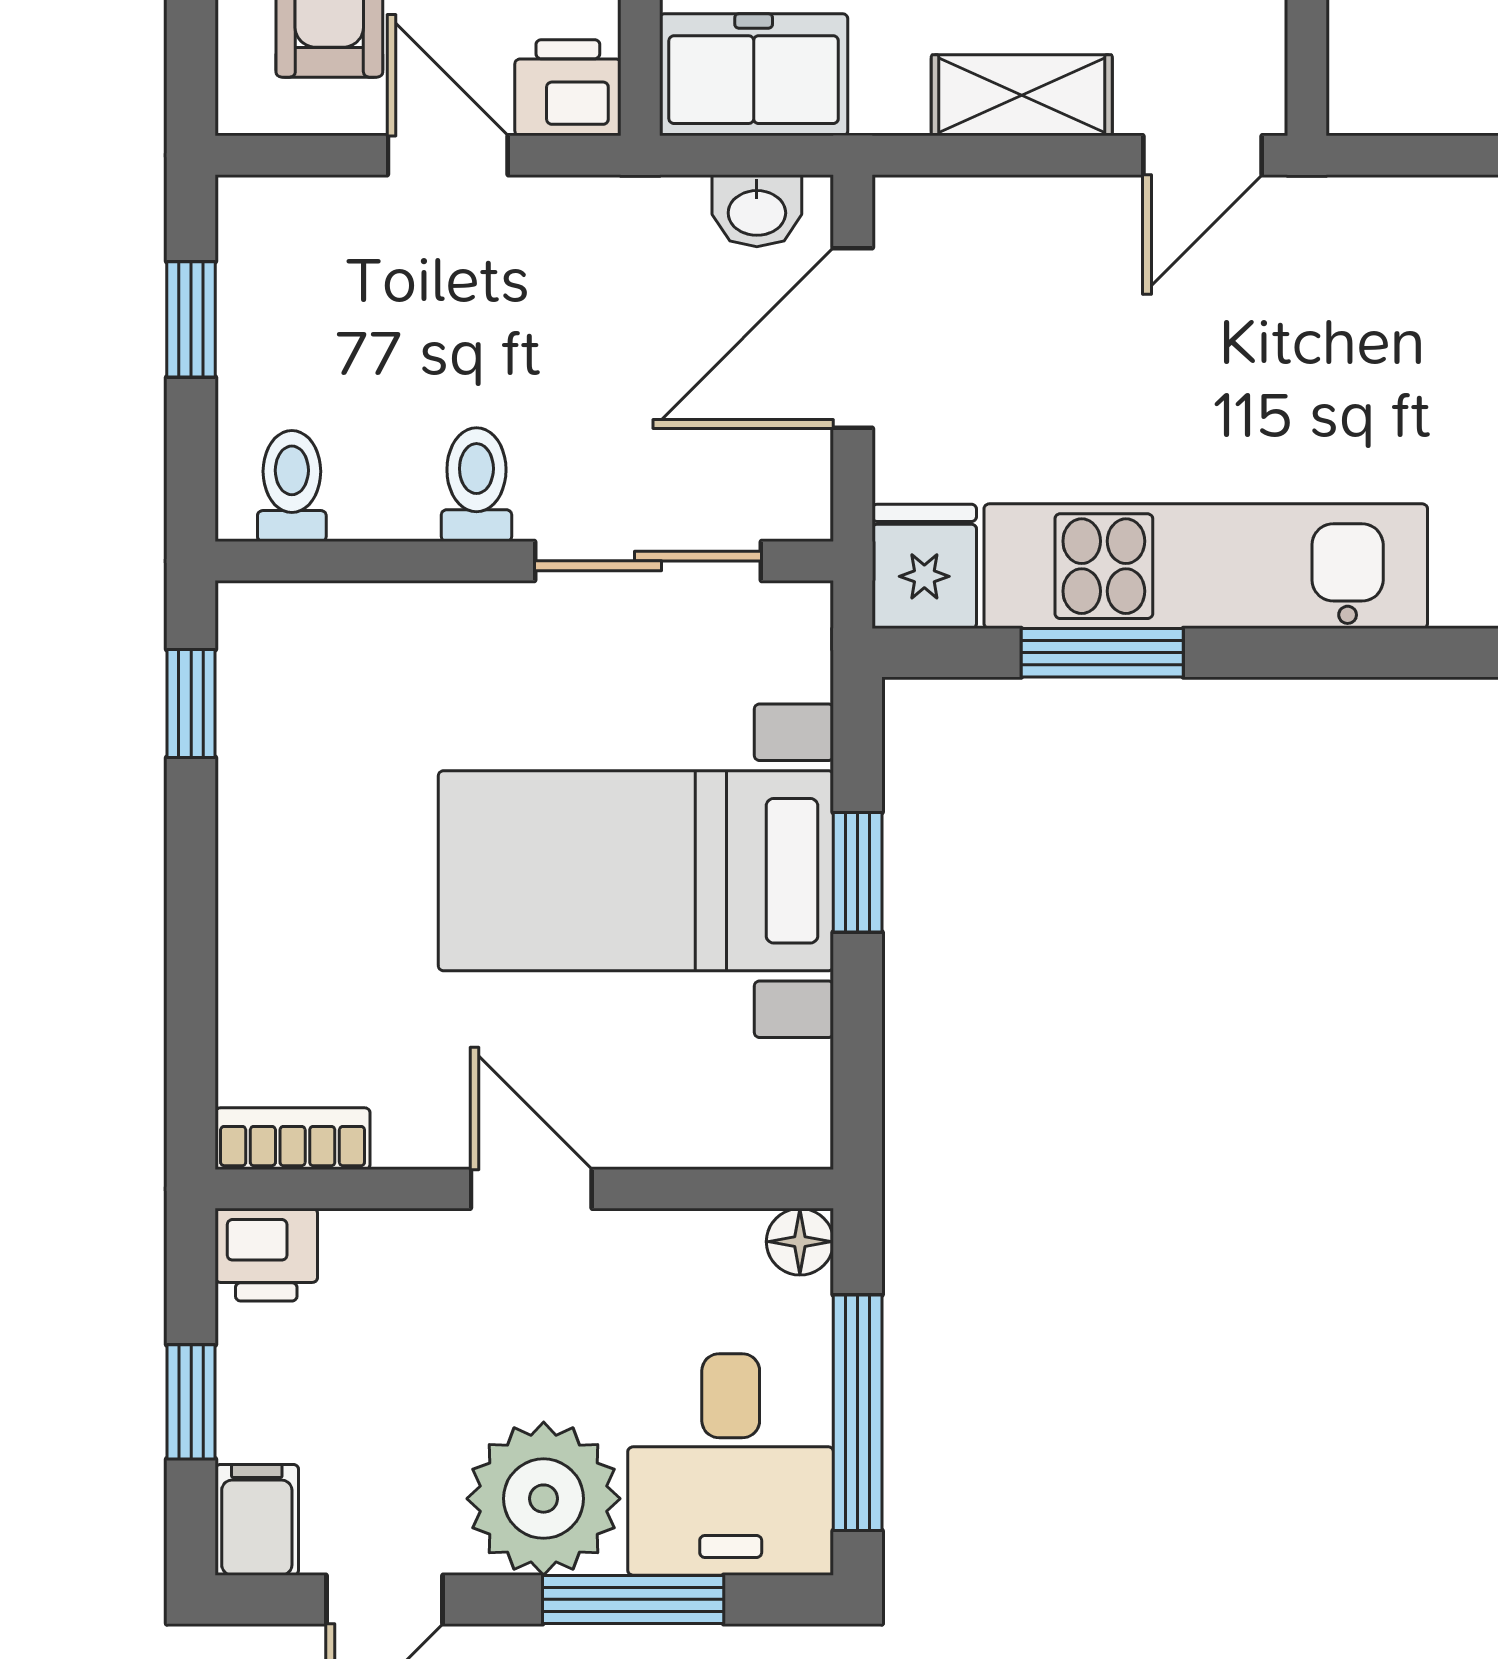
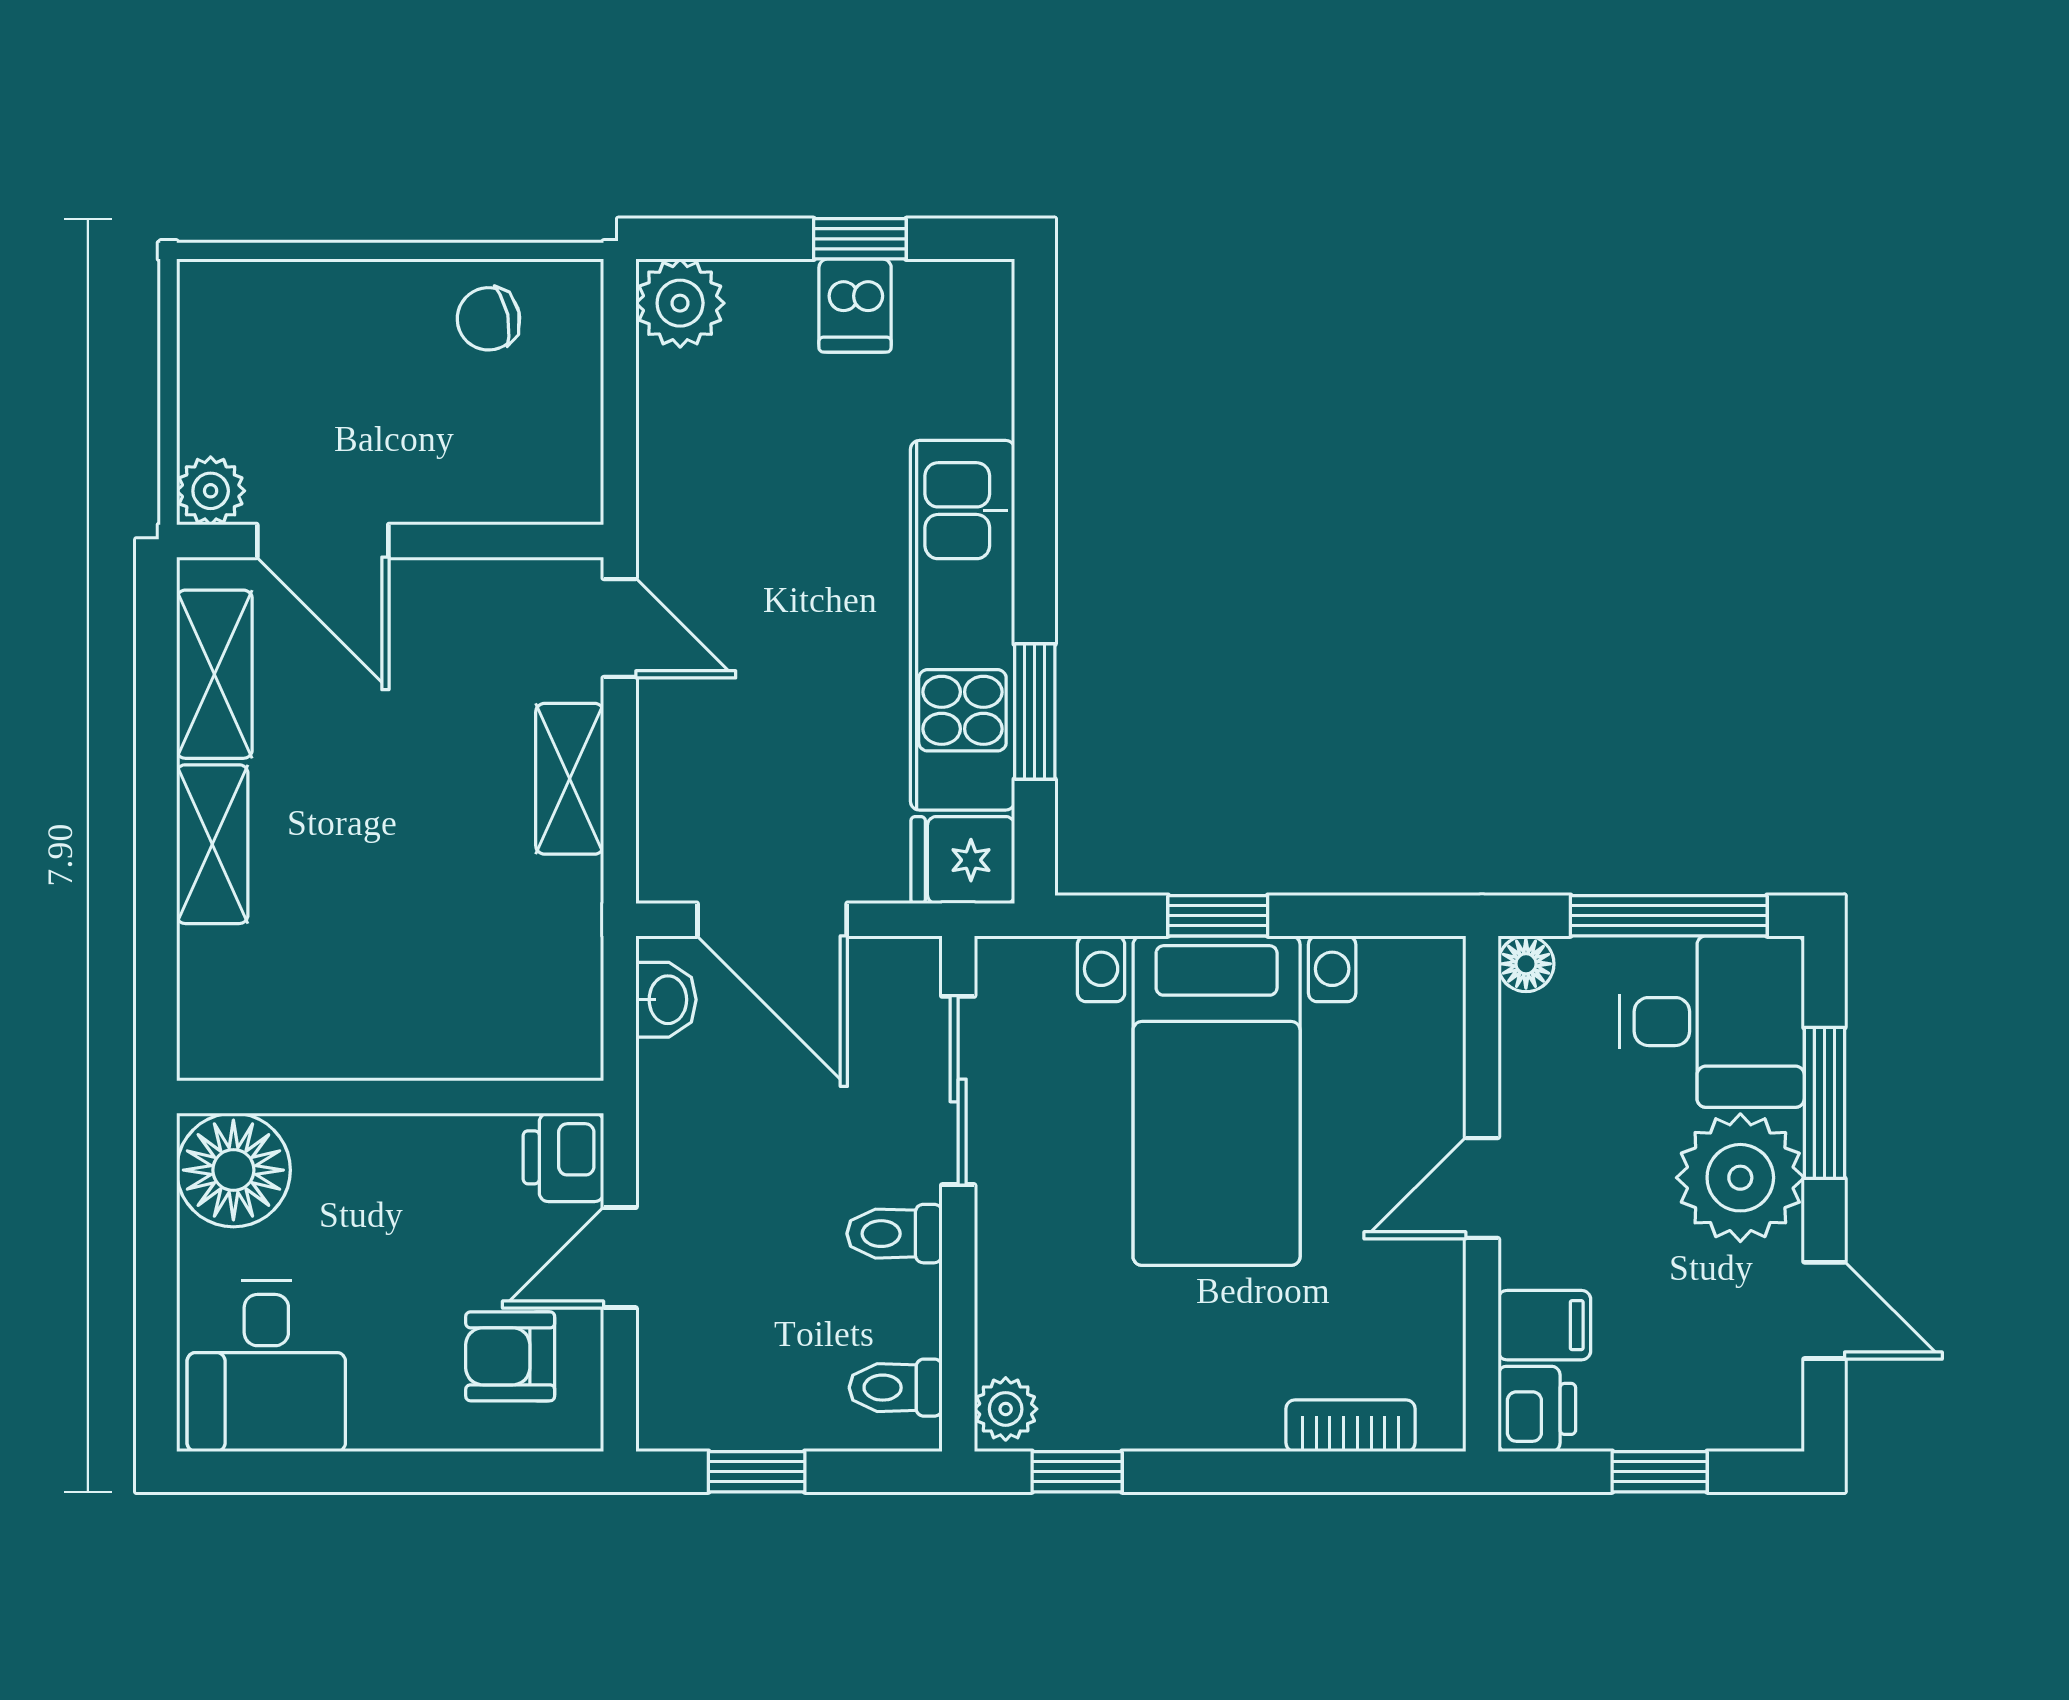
freezer: (754, 75) -> (553, 1002), removed
plant: (266, 618) -> (1006, 1409), added
bookcase: (293, 1139) -> (1351, 1426), moved, turned 90
filing cabinet: (257, 1520) -> (1544, 1325), moved, turned 180

